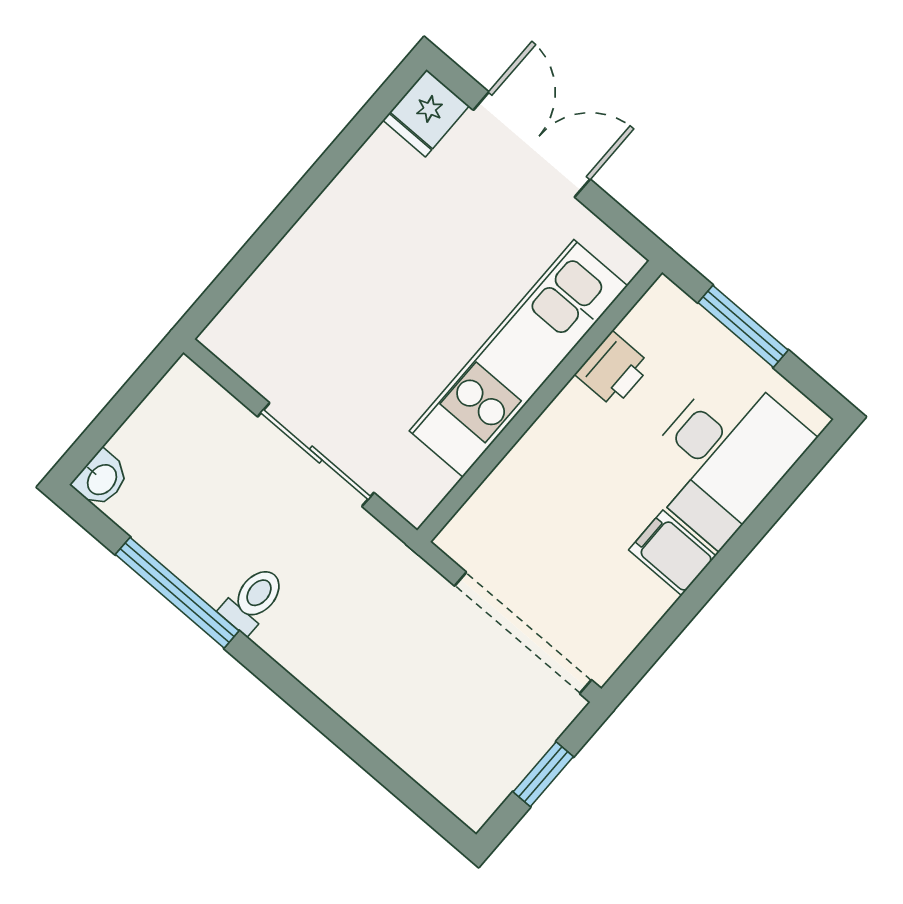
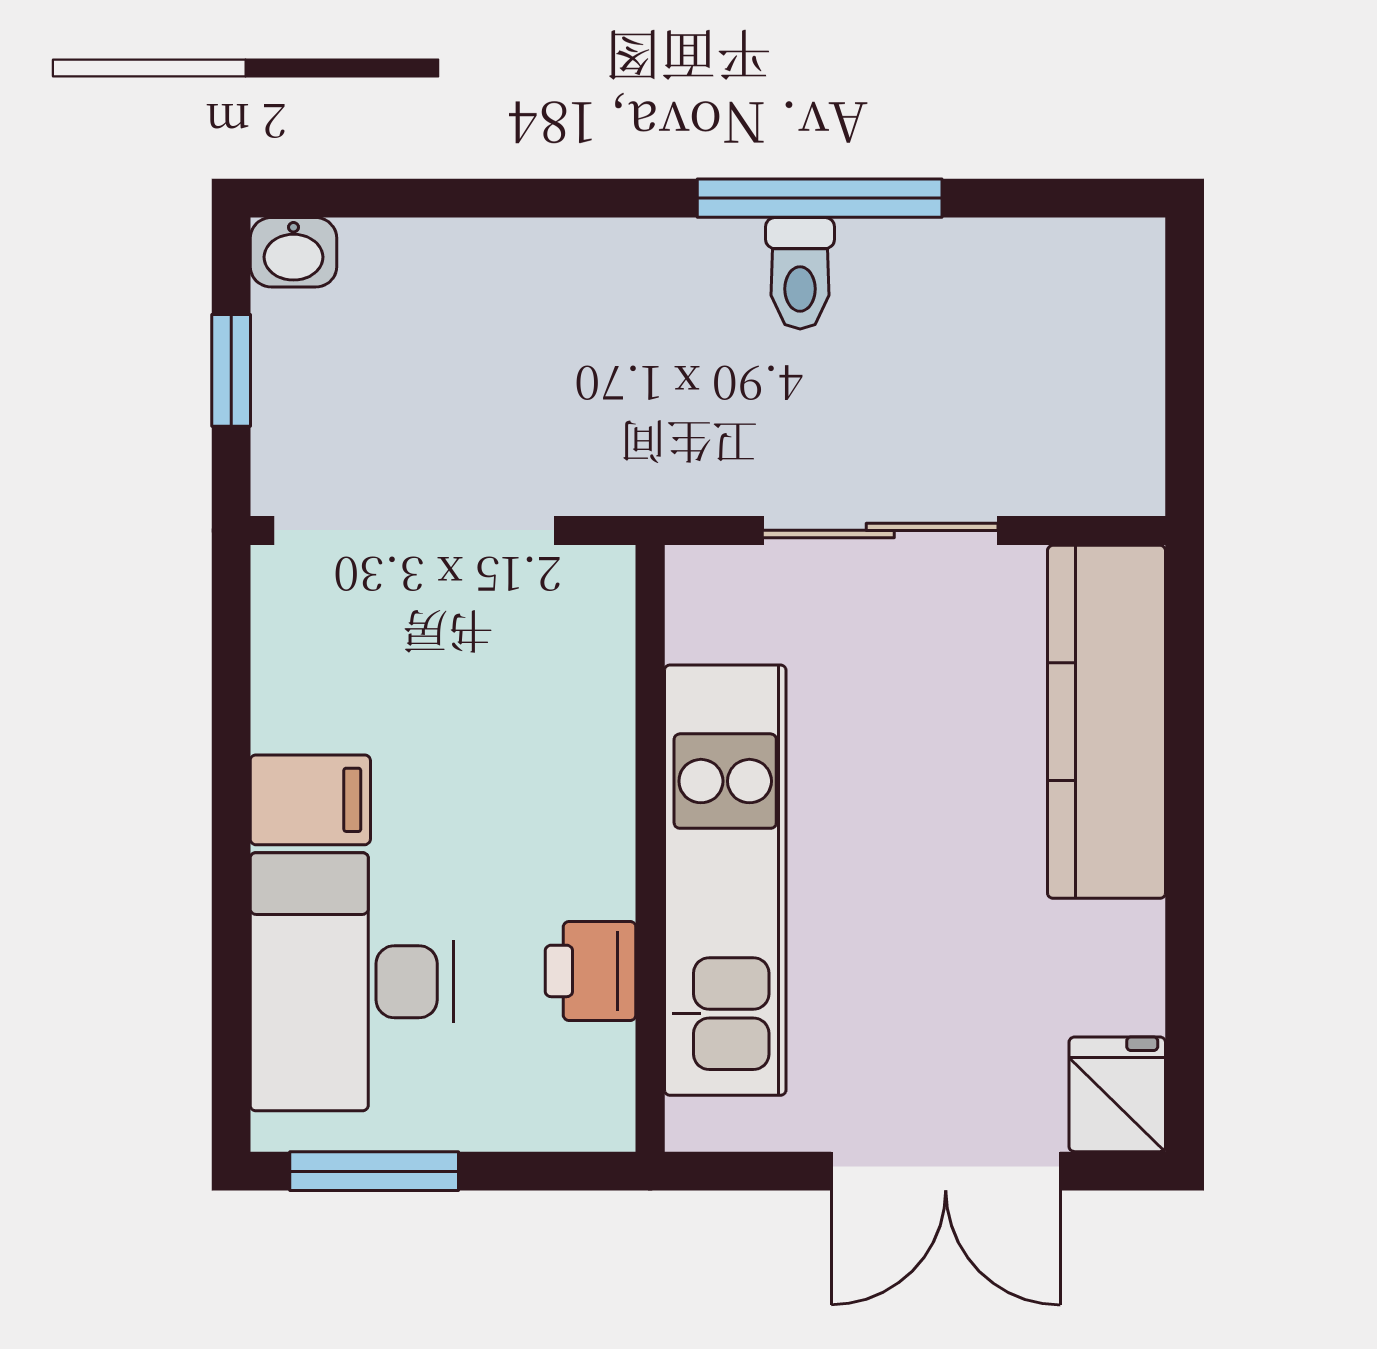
kitchen counter: (288, 283) -> (1107, 722), added
window: (743, 326) -> (374, 1171), moved
washbasin: (101, 479) -> (293, 252), moved, turned -90
window: (177, 593) -> (820, 198), moved

